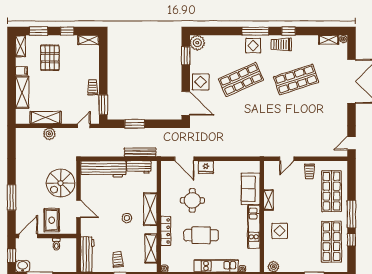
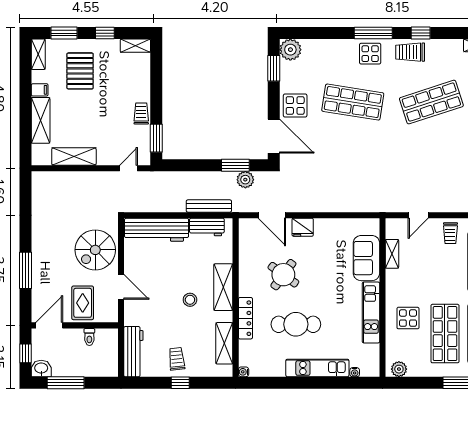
shop shelf: (241, 79) -> (353, 102), turned 33
window: (135, 124) -> (235, 165), moved
plant: (49, 134) -> (245, 180), moved
round table: (192, 200) -> (283, 275), turned 36
shelving: (268, 200) -> (392, 254), moved
shop shelf: (306, 242) -> (445, 334), added

